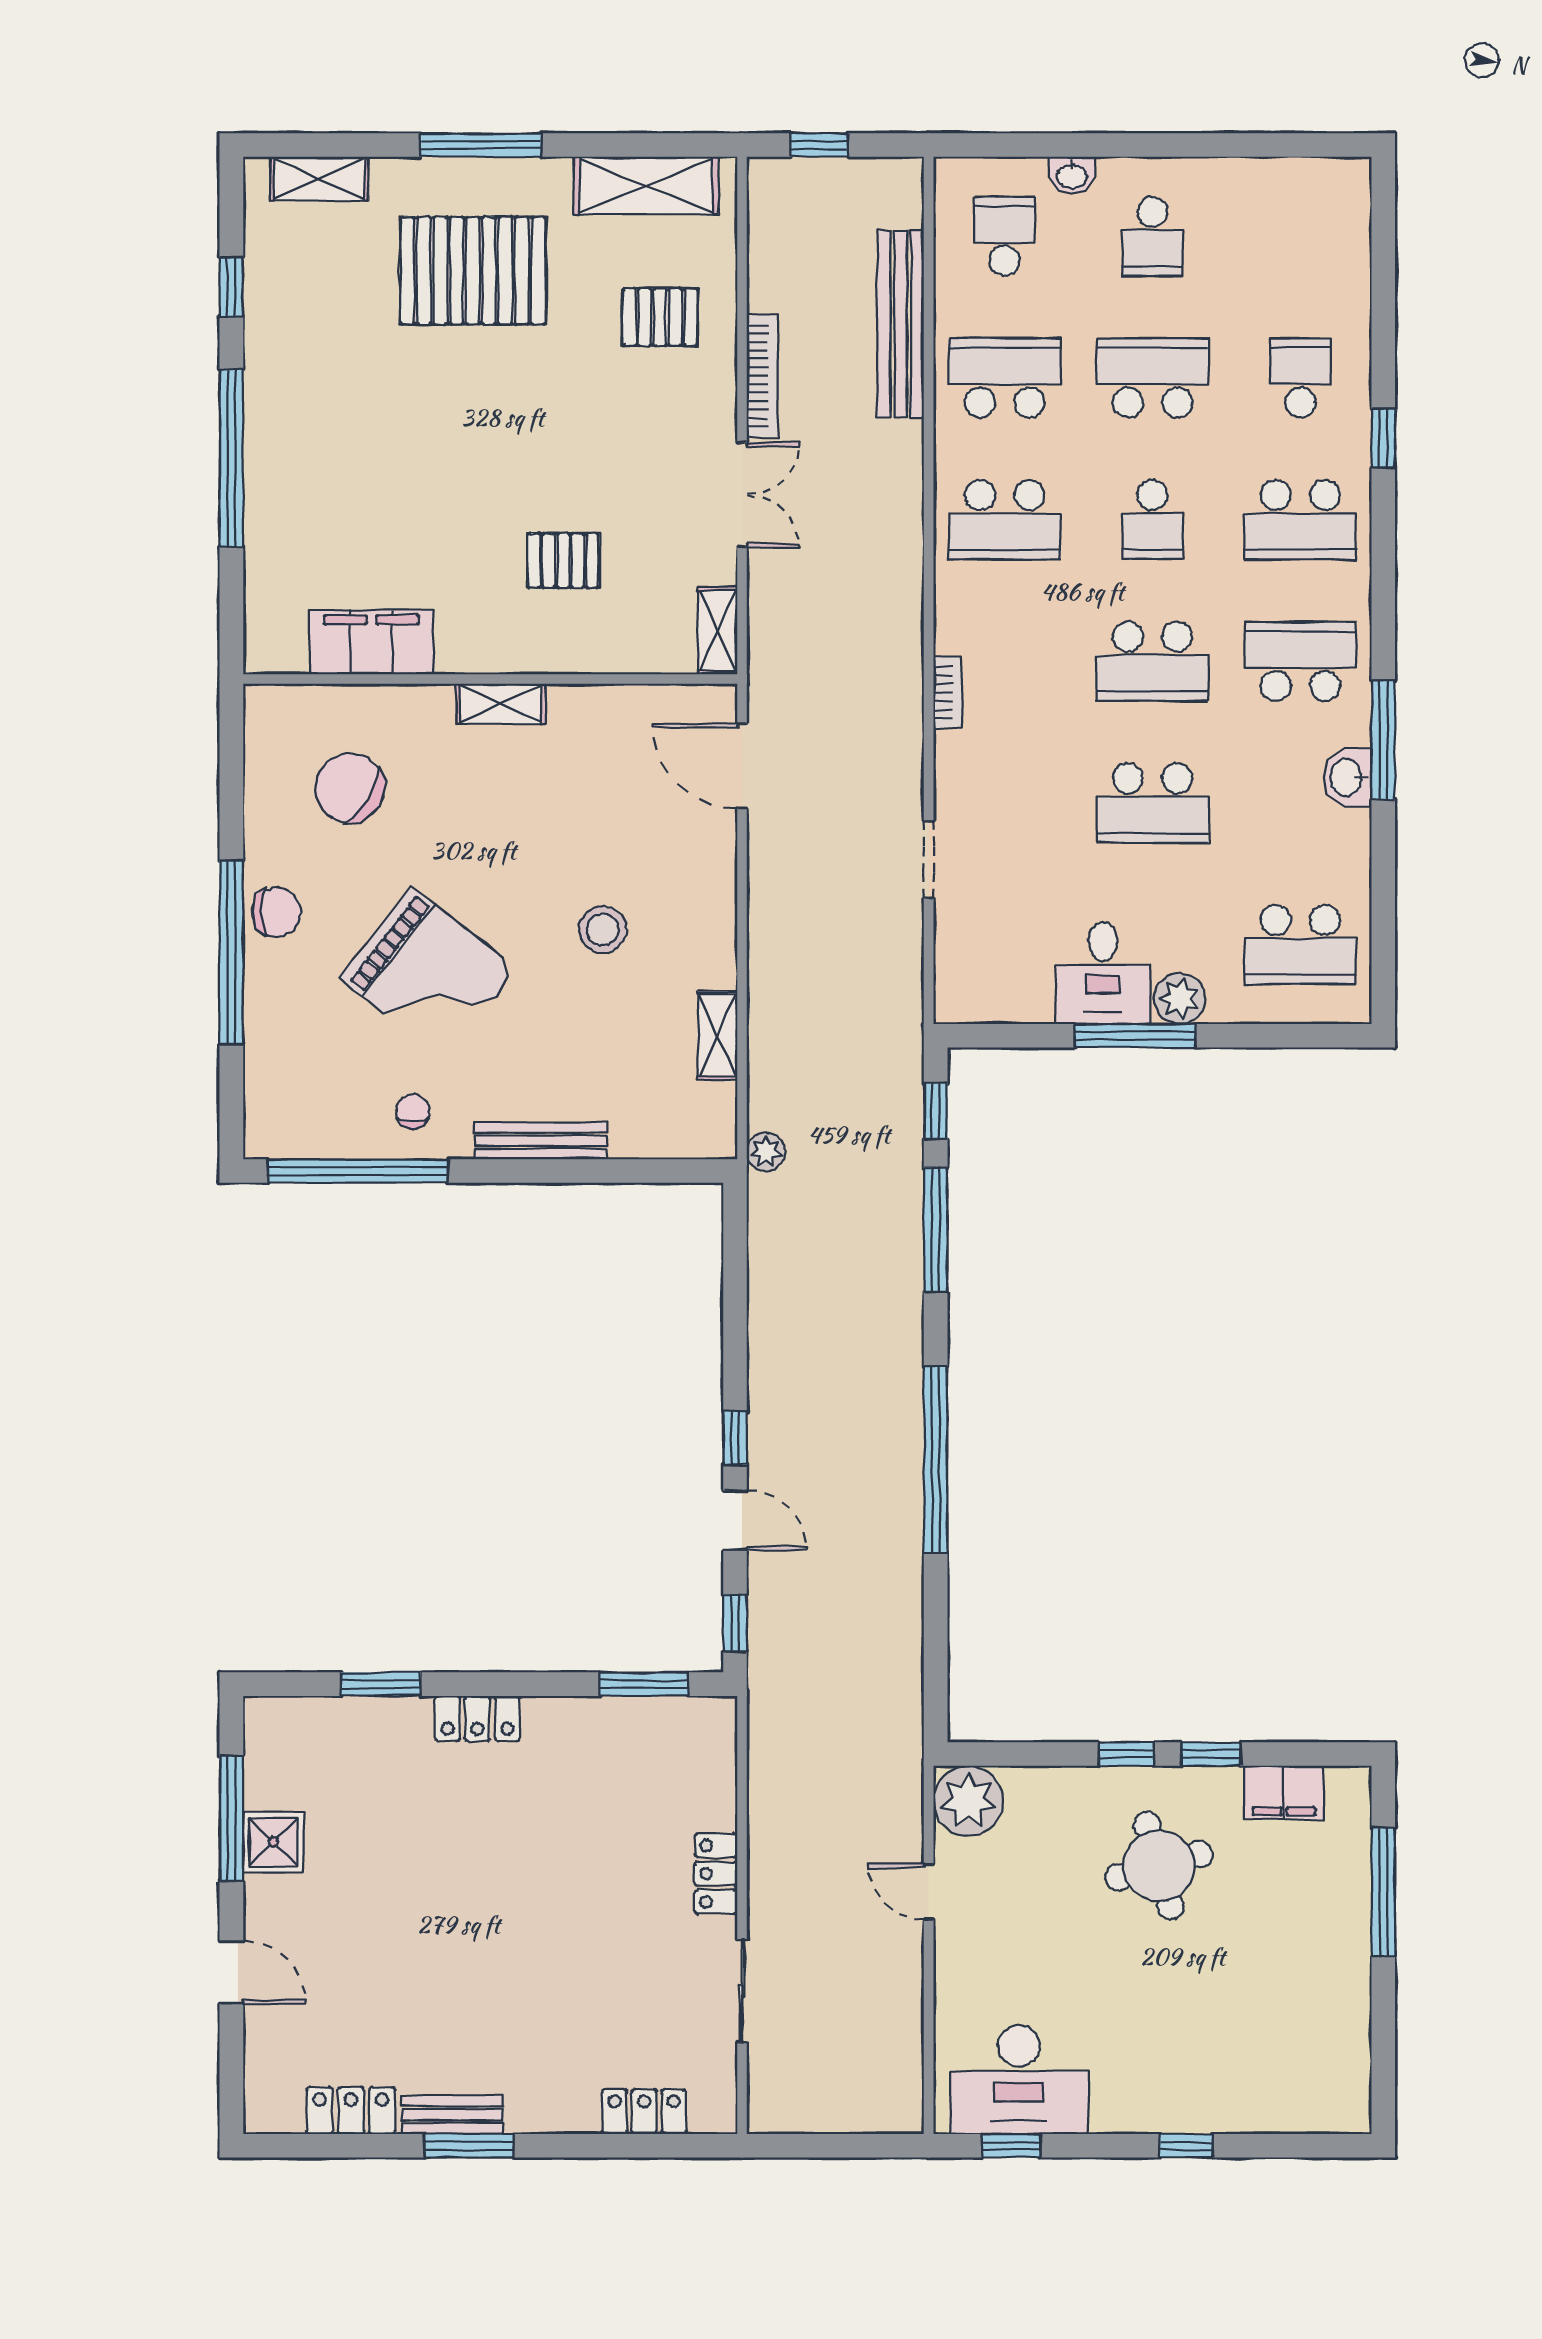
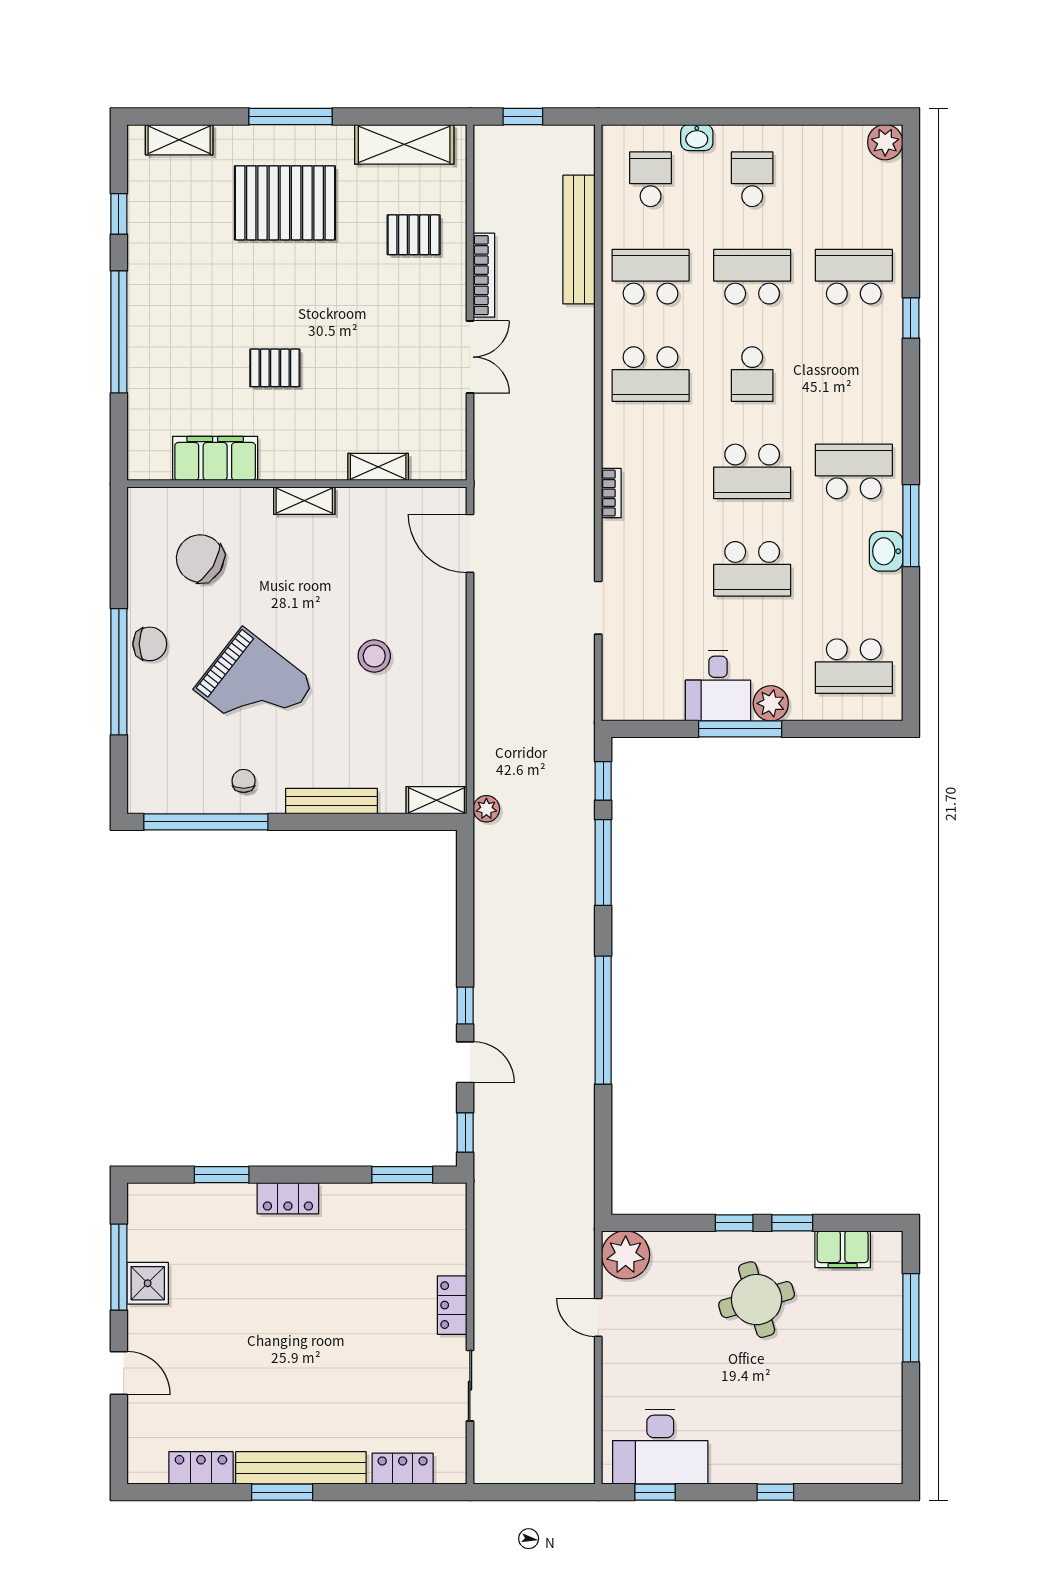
plant: (1346, 182) -> (885, 142), added
school desk: (1152, 236) -> (752, 179), turned 180
school desk: (1300, 378) -> (854, 277), width x1.85
school desk: (1300, 520) -> (854, 374), removed
pallet: (563, 560) -> (275, 368), moved
shelving: (718, 630) -> (378, 467), moved, turned 90
shelving: (718, 1035) -> (436, 800), moved, turned 90
bench: (452, 2115) -> (301, 1468), width x1.86, depth x1.21

